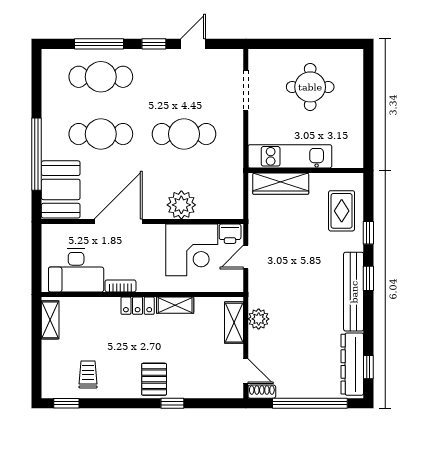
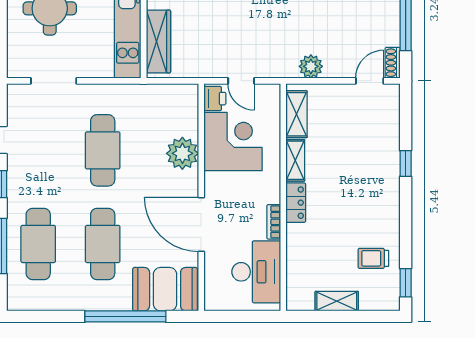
shelving: (50, 320) -> (337, 301), moved
shelving: (234, 323) -> (296, 114), moved, turned 90
pallet: (154, 379) -> (379, 184), removed

